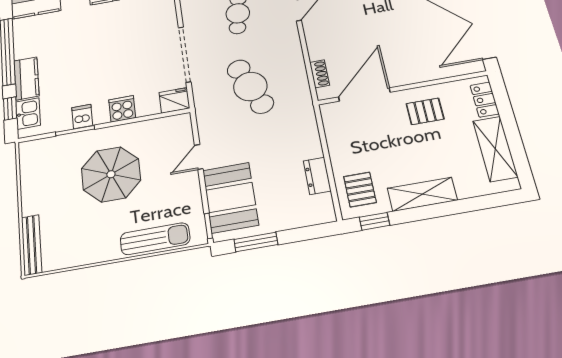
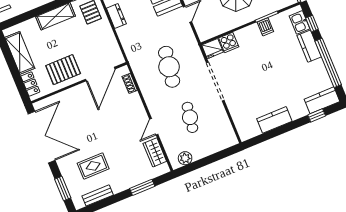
cafe table: (250, 86) -> (169, 67), turned 30
cooker: (122, 109) -> (229, 42), moved
pallet: (425, 111) -> (63, 70), width x1.50, depth x1.42

